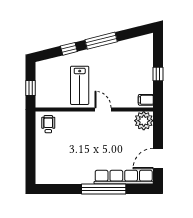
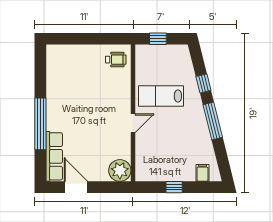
filing cabinet: (146, 100) -> (202, 173), moved
row of seats: (124, 177) -> (54, 156), width x0.73

